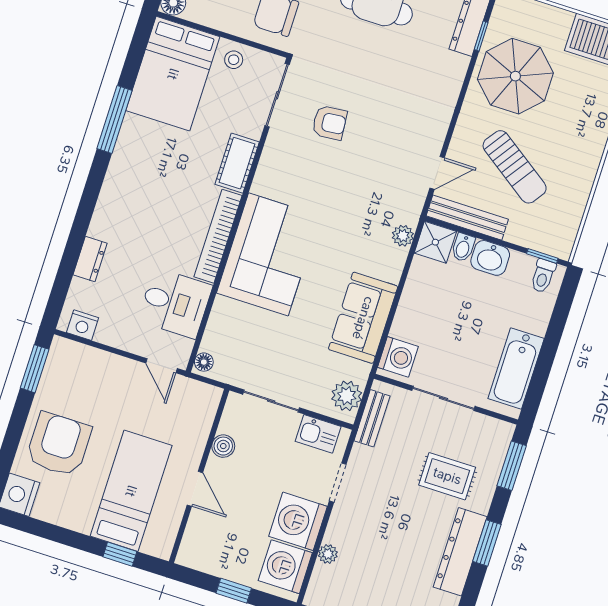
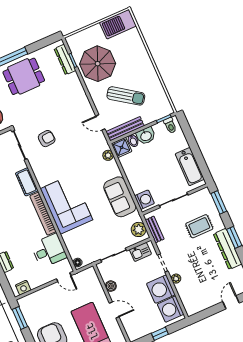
door: (437, 173) -> (100, 122), swing flipped
plant: (328, 554) -> (176, 279), moved

